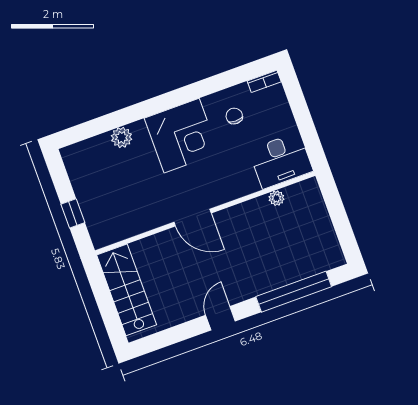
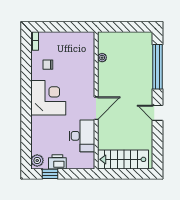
plant: (122, 137) -> (37, 161), moved
desk: (281, 160) -> (82, 136), moved
printer: (85, 187) -> (57, 162), added
window: (73, 213) -> (50, 174), moved

